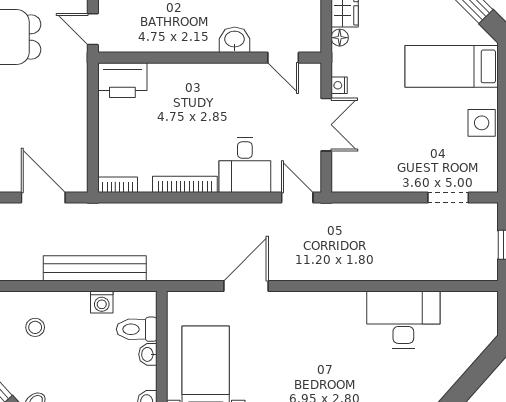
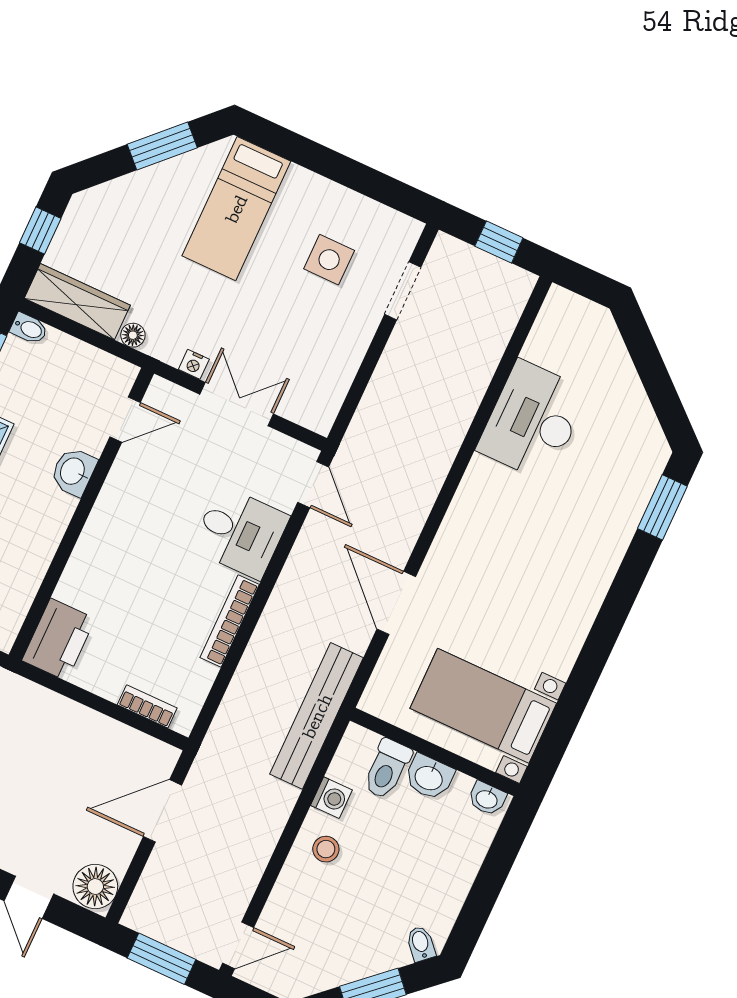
side table: (482, 123) -> (329, 260), moved
bookcase: (118, 185) -> (147, 706), moved, turned 90
door: (297, 198) -> (313, 485), swing flipped
bench: (95, 268) -> (317, 716), moved
stool: (35, 327) -> (326, 849), moved
washbasin: (148, 354) -> (429, 777), width x1.38, depth x1.45

